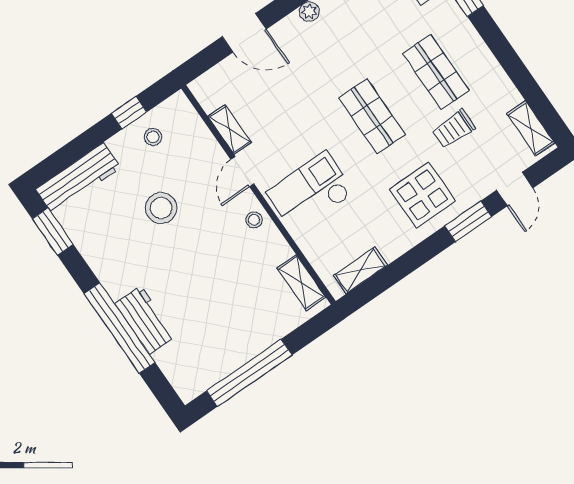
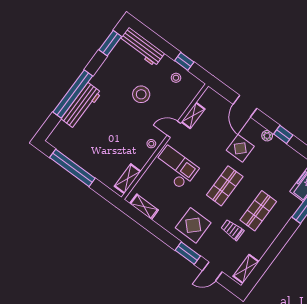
display table: (315, 66) -> (240, 148), added
workbench: (145, 320) -> (81, 106), width x1.38

